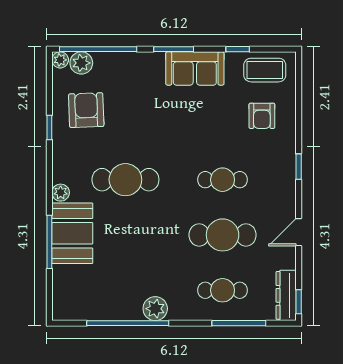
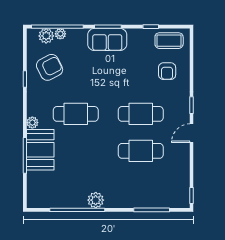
plant: (60, 60) -> (60, 34), moved
sofa: (195, 68) -> (107, 39), moved
armchair: (86, 110) -> (50, 67), turned 65
cafe table: (223, 180) -> (141, 114), width x1.37, depth x1.35
door: (299, 232) -> (192, 133), moved
cafe table: (223, 290) -> (141, 188), removed
dresser: (286, 295) -> (183, 191), removed

